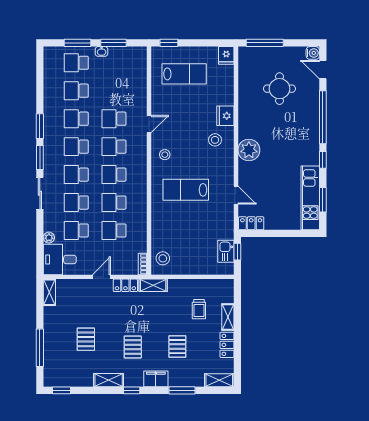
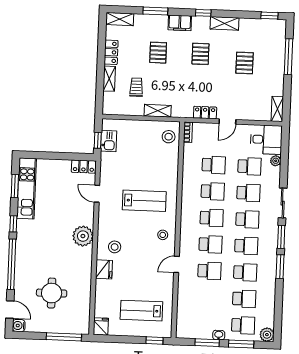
plant: (51, 54) -> (267, 335), added
shelving: (153, 285) -> (158, 111), moved

